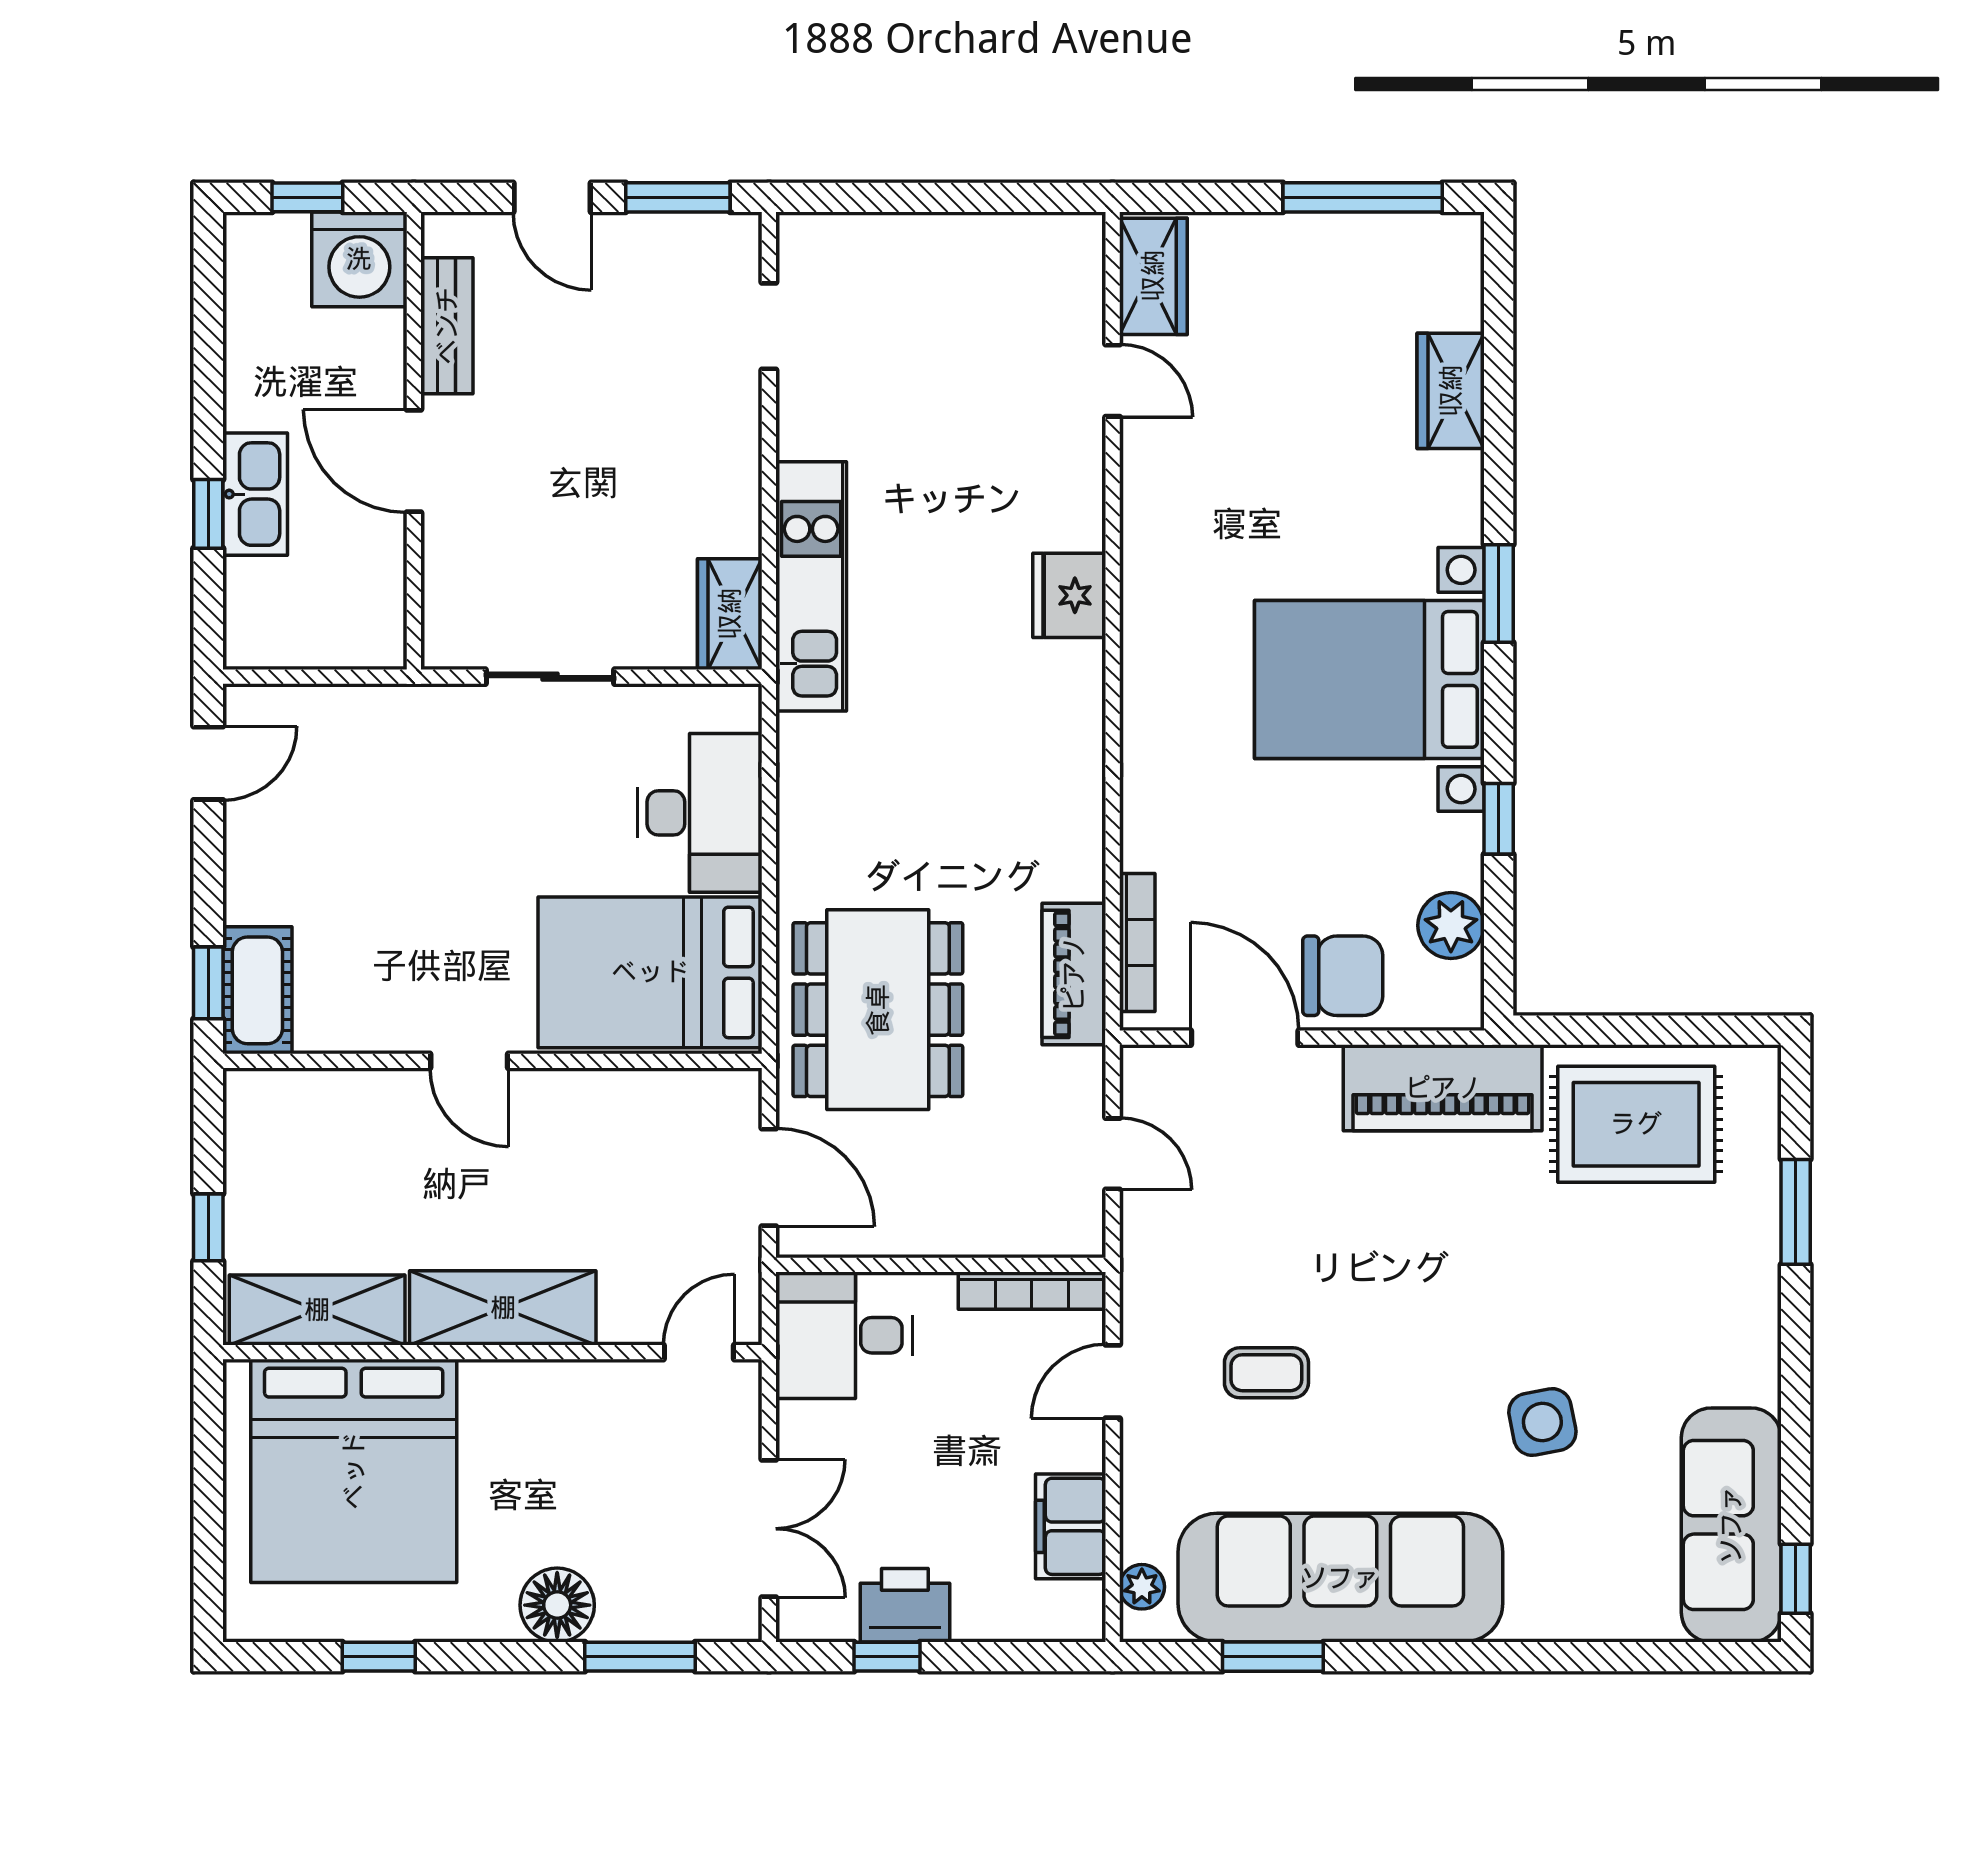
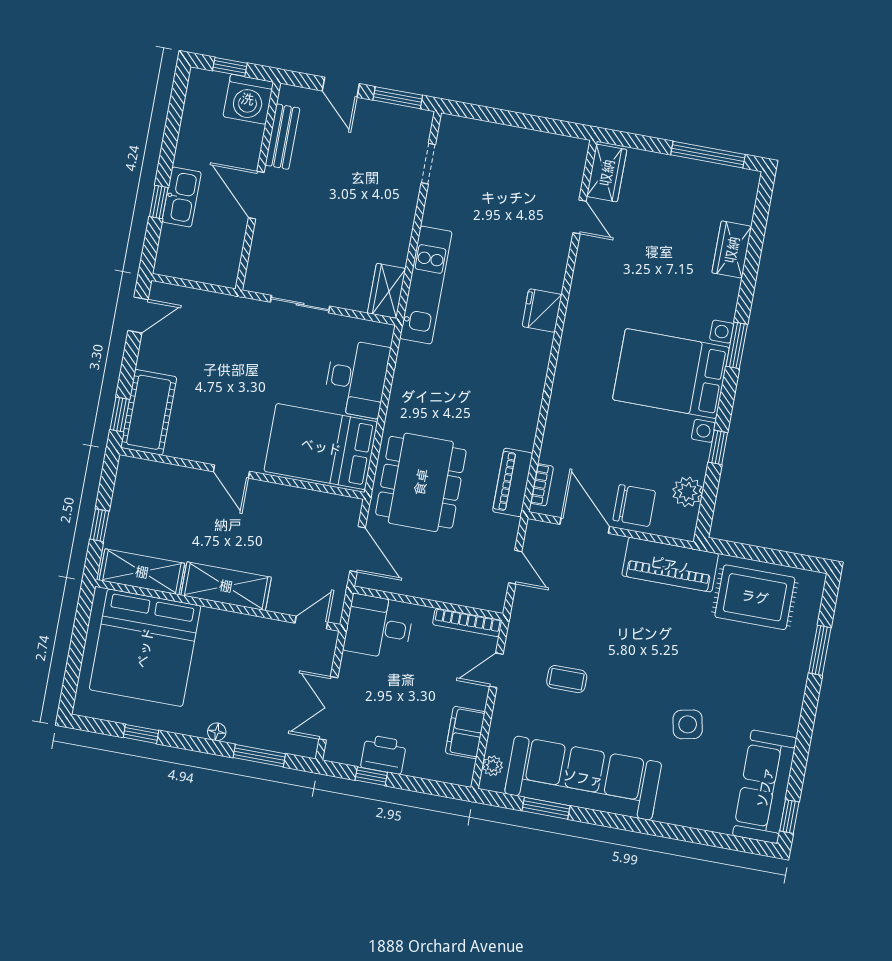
bookcase: (1137, 943) -> (542, 485), width x0.64
cot: (257, 990) -> (149, 412), width x1.37, depth x1.34
double door: (769, 1529) -> (328, 708), swing flipped
floor lamp: (557, 1605) -> (217, 732), width x0.53, depth x0.53

